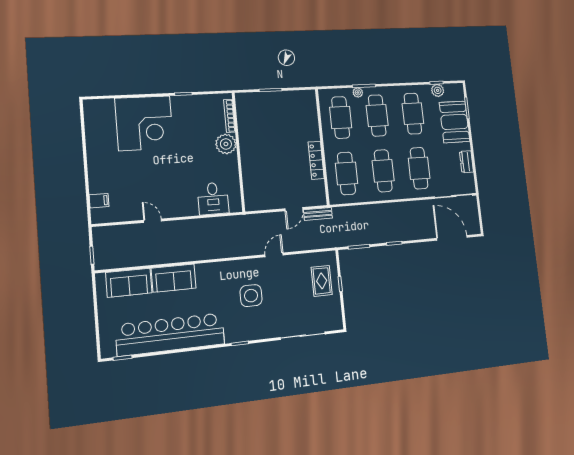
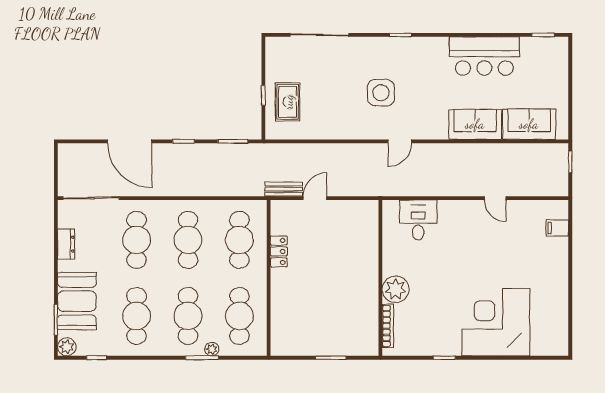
plant: (438, 90) -> (67, 347), moved
locker: (316, 160) -> (279, 251), width x0.66
door: (452, 238) -> (130, 141), moved
door: (274, 255) -> (400, 141), moved
bar counter: (170, 334) -> (484, 56), width x0.54

